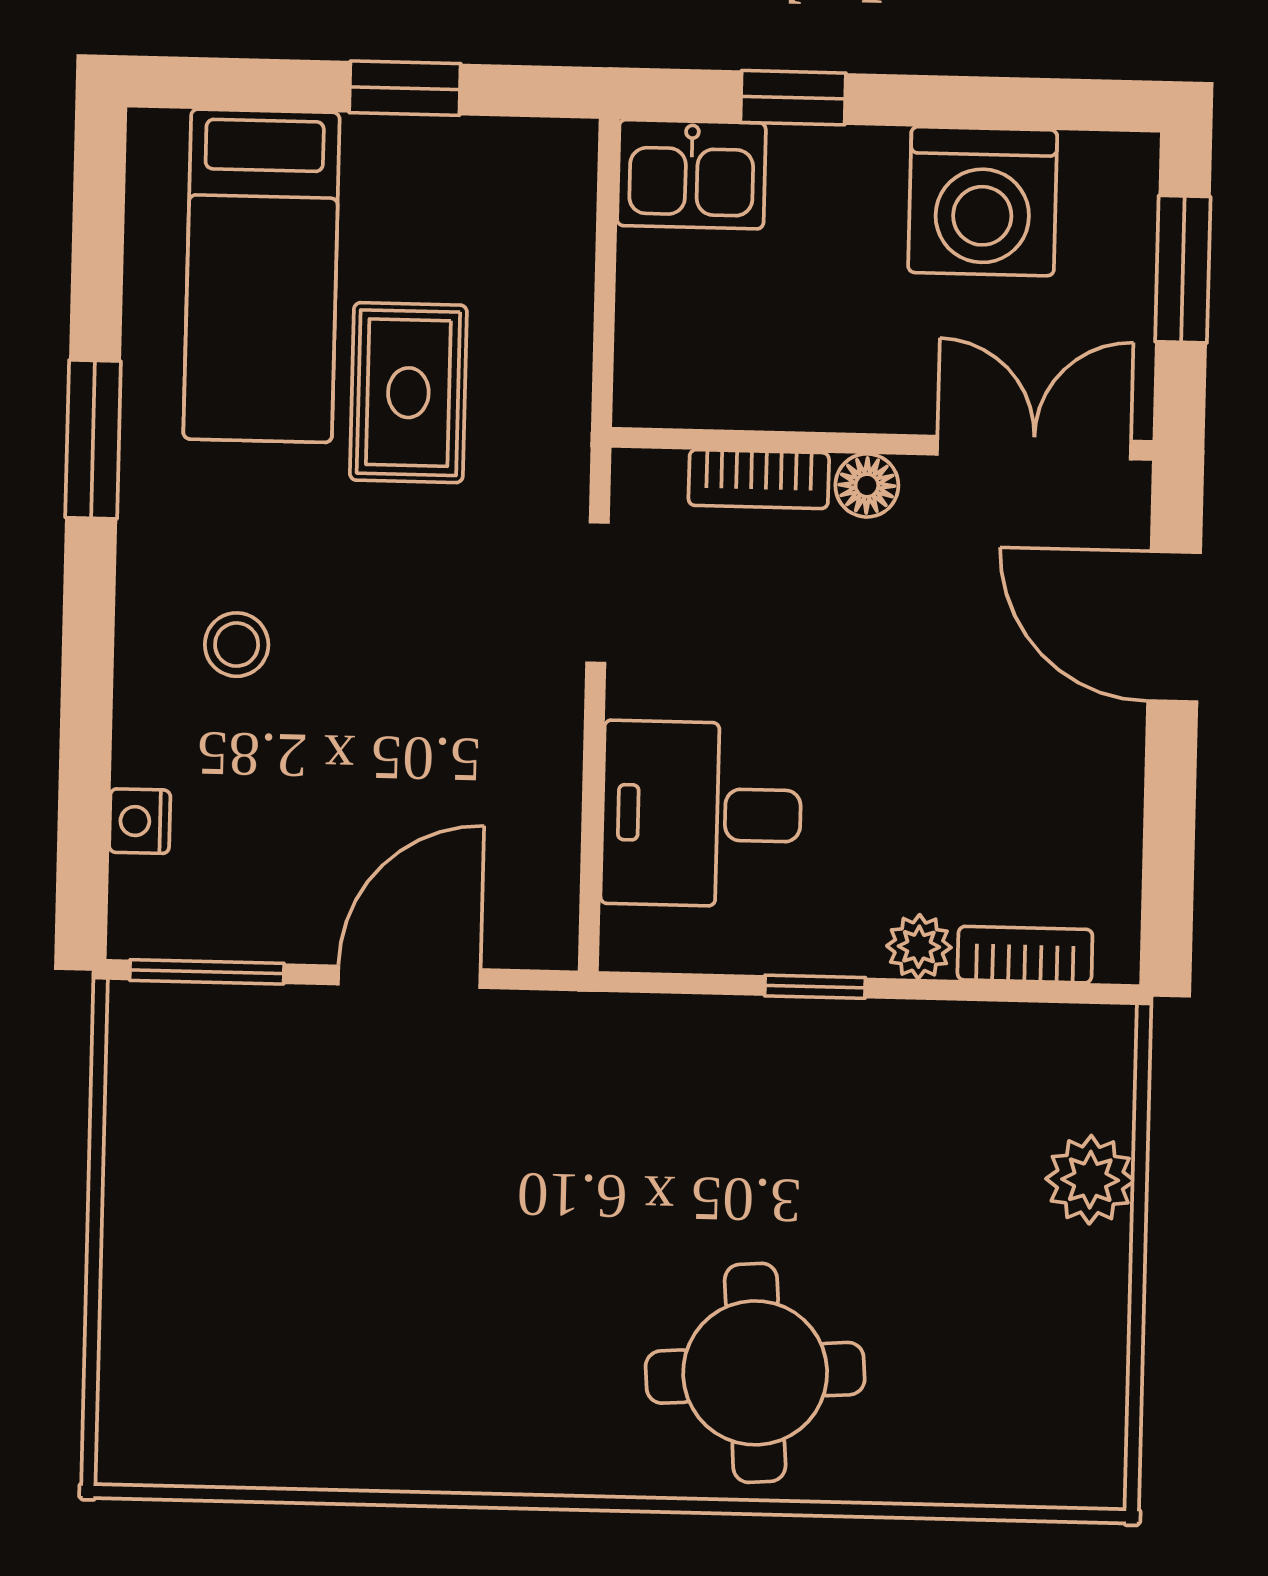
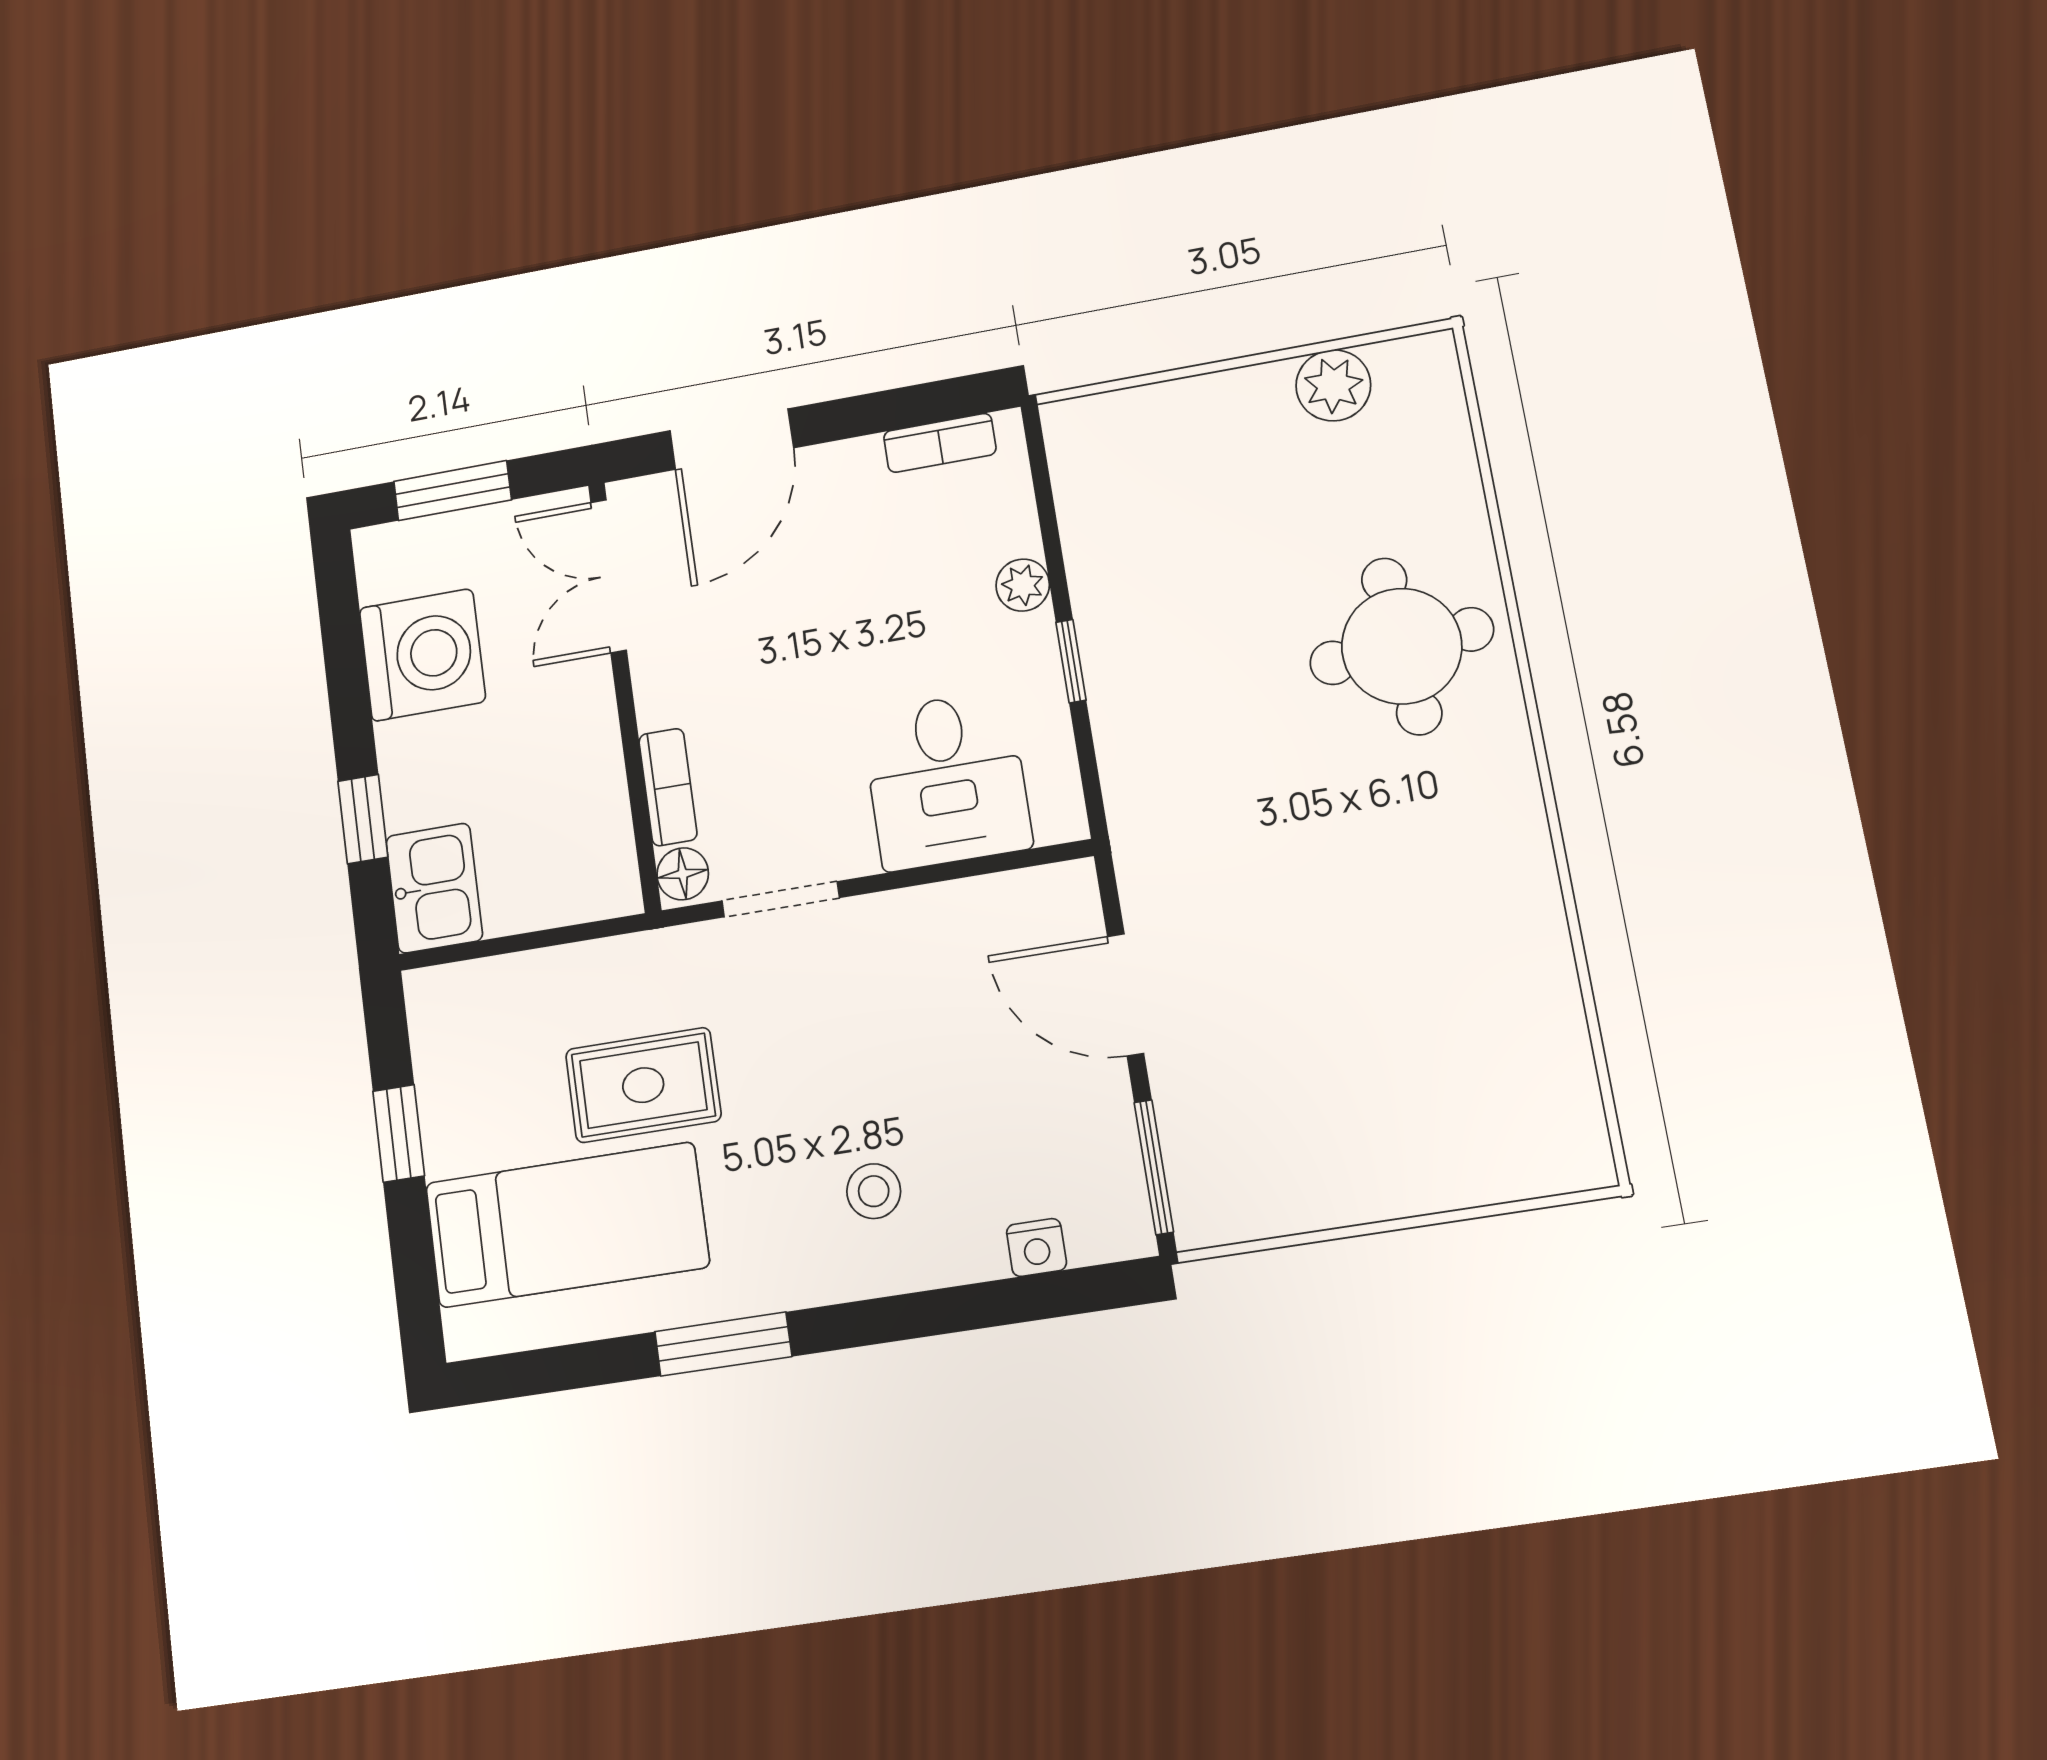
floor lamp: (867, 485) -> (683, 874), moved
bookcase: (1025, 955) -> (940, 443), moved, turned -90
plant: (1090, 1180) -> (1333, 385), moved

